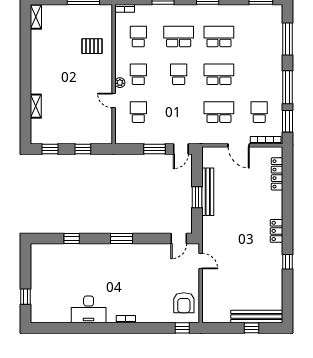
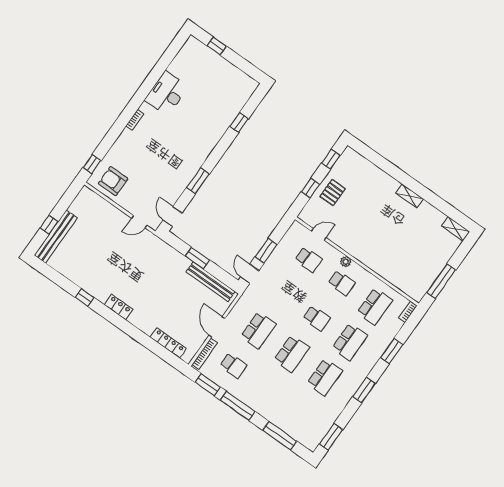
school desk: (138, 37) -> (375, 306), width x1.85
pallet: (92, 46) -> (333, 193), moved
door: (114, 101) -> (319, 234), moved
shelving: (36, 106) -> (409, 196), moved
door: (239, 145) -> (217, 327), hinge flipped
bench: (208, 192) -> (211, 282), moved
window: (122, 238) -> (198, 181), moved

